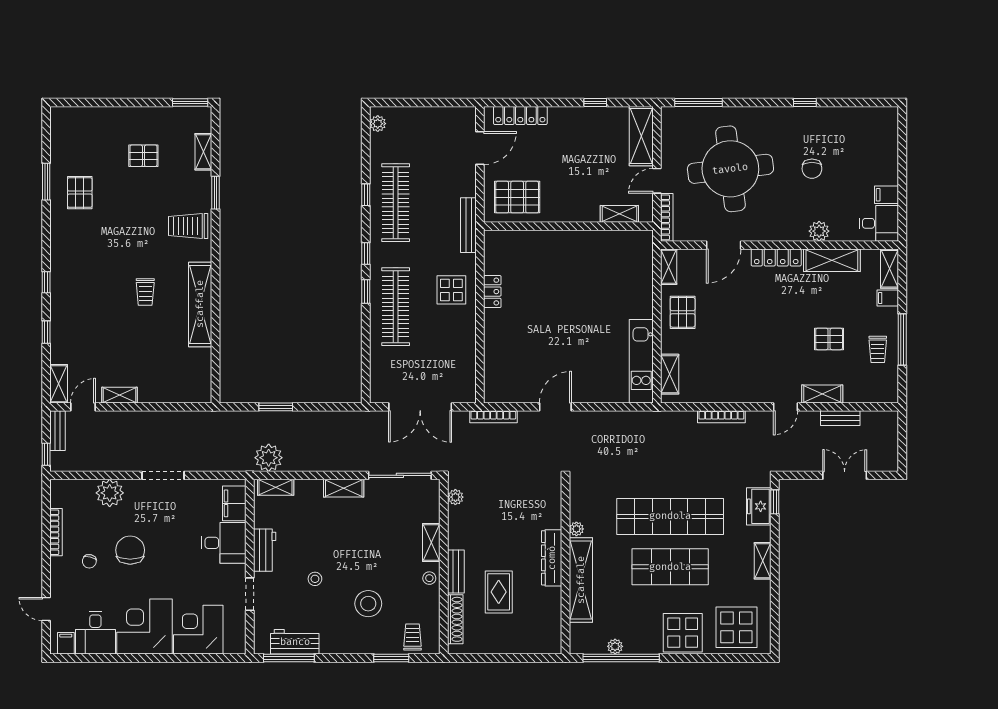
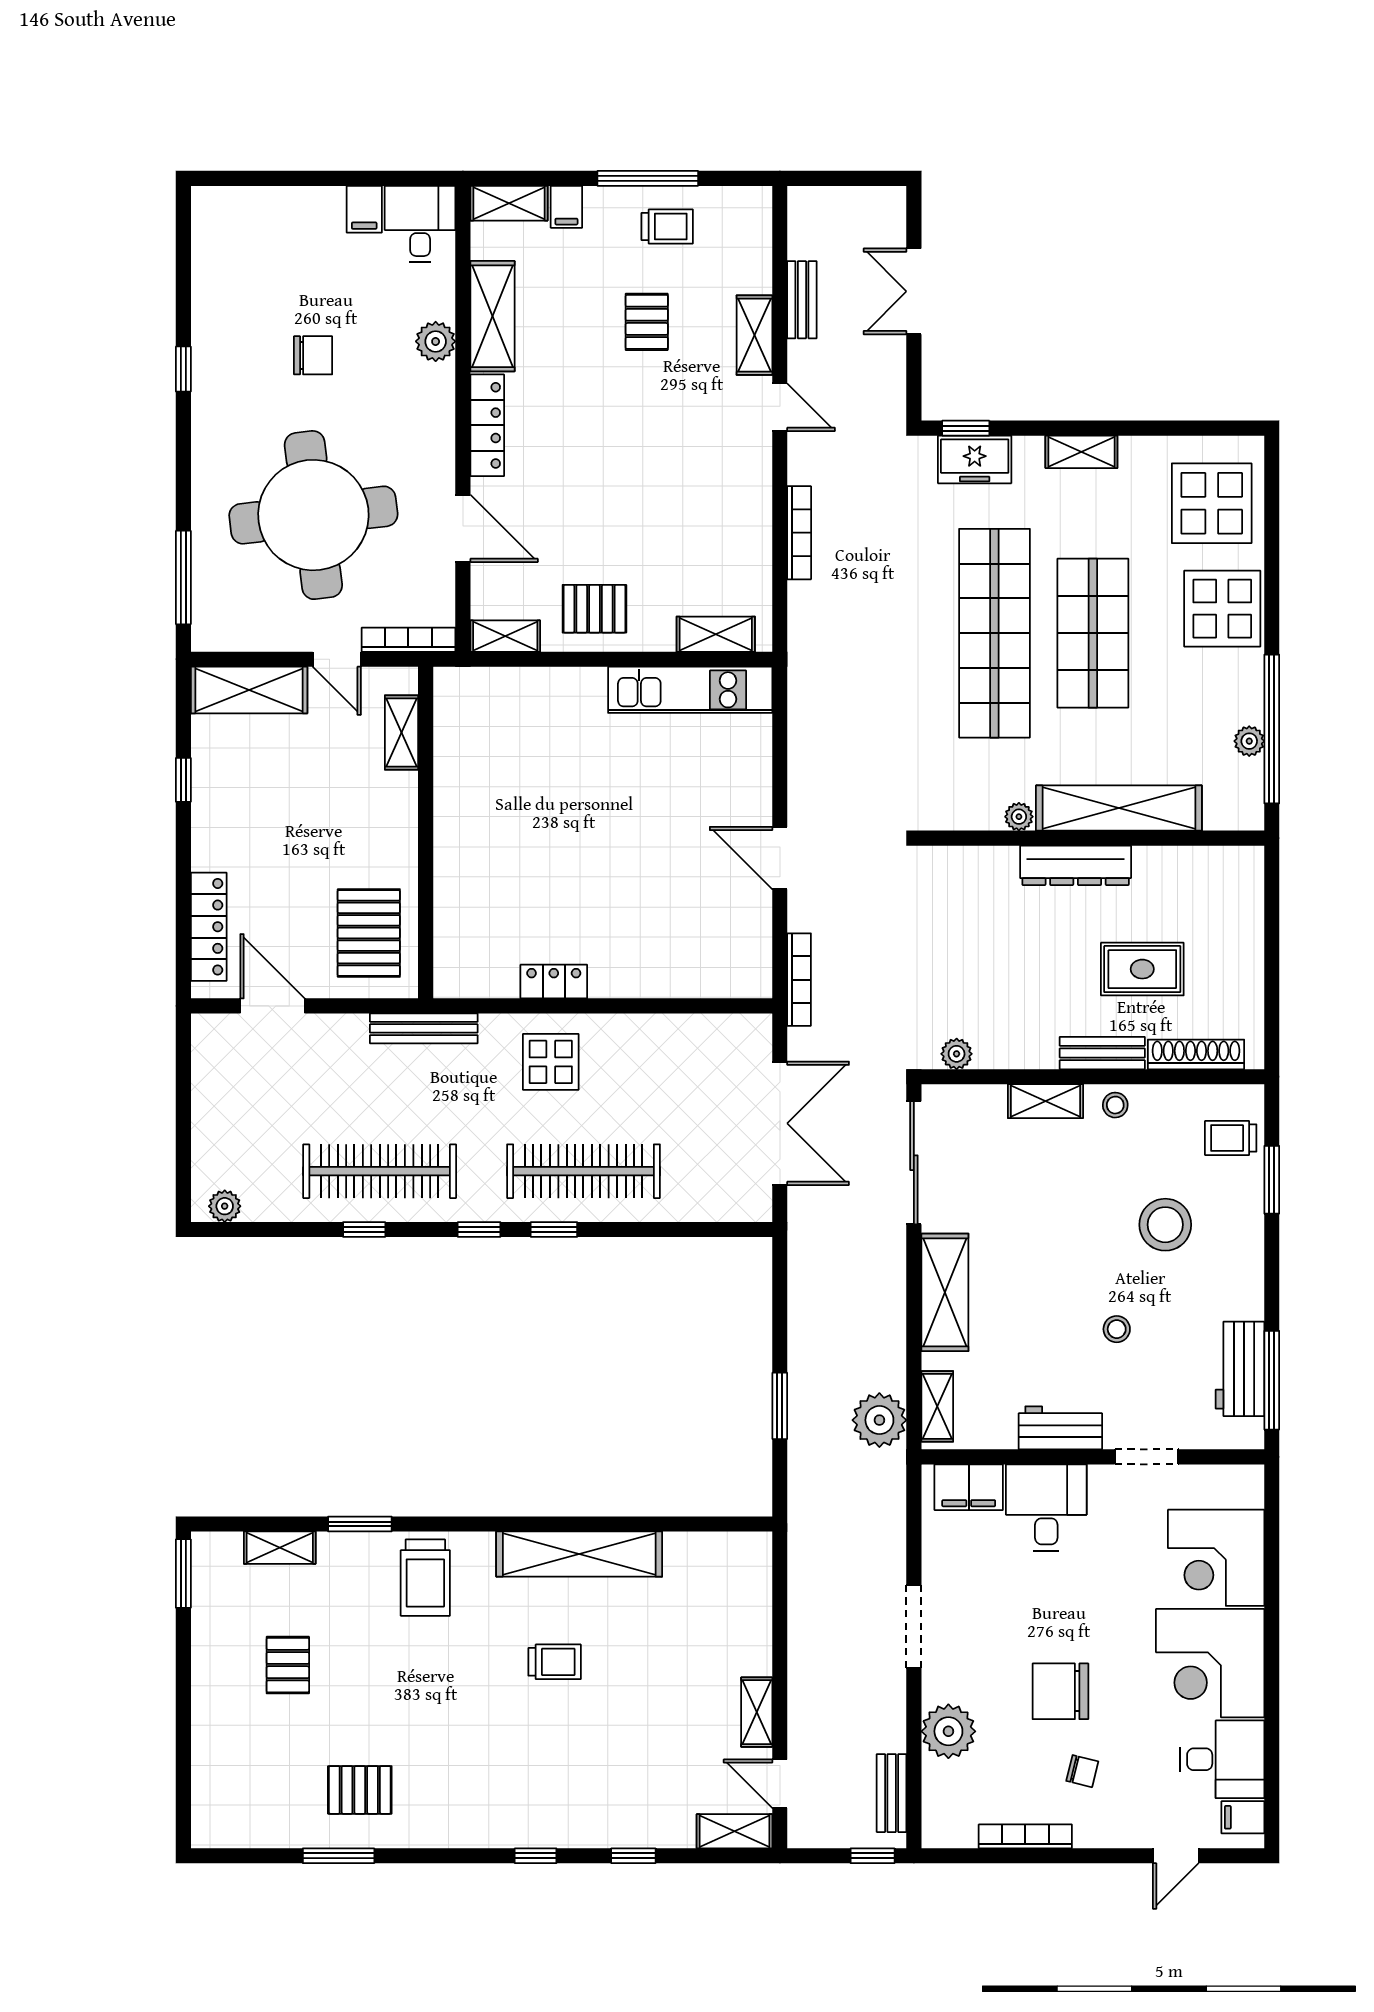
bench: (58, 431) -> (892, 1793), moved, turned 90
shelving: (344, 488) -> (945, 1292), width x1.50, depth x1.33

